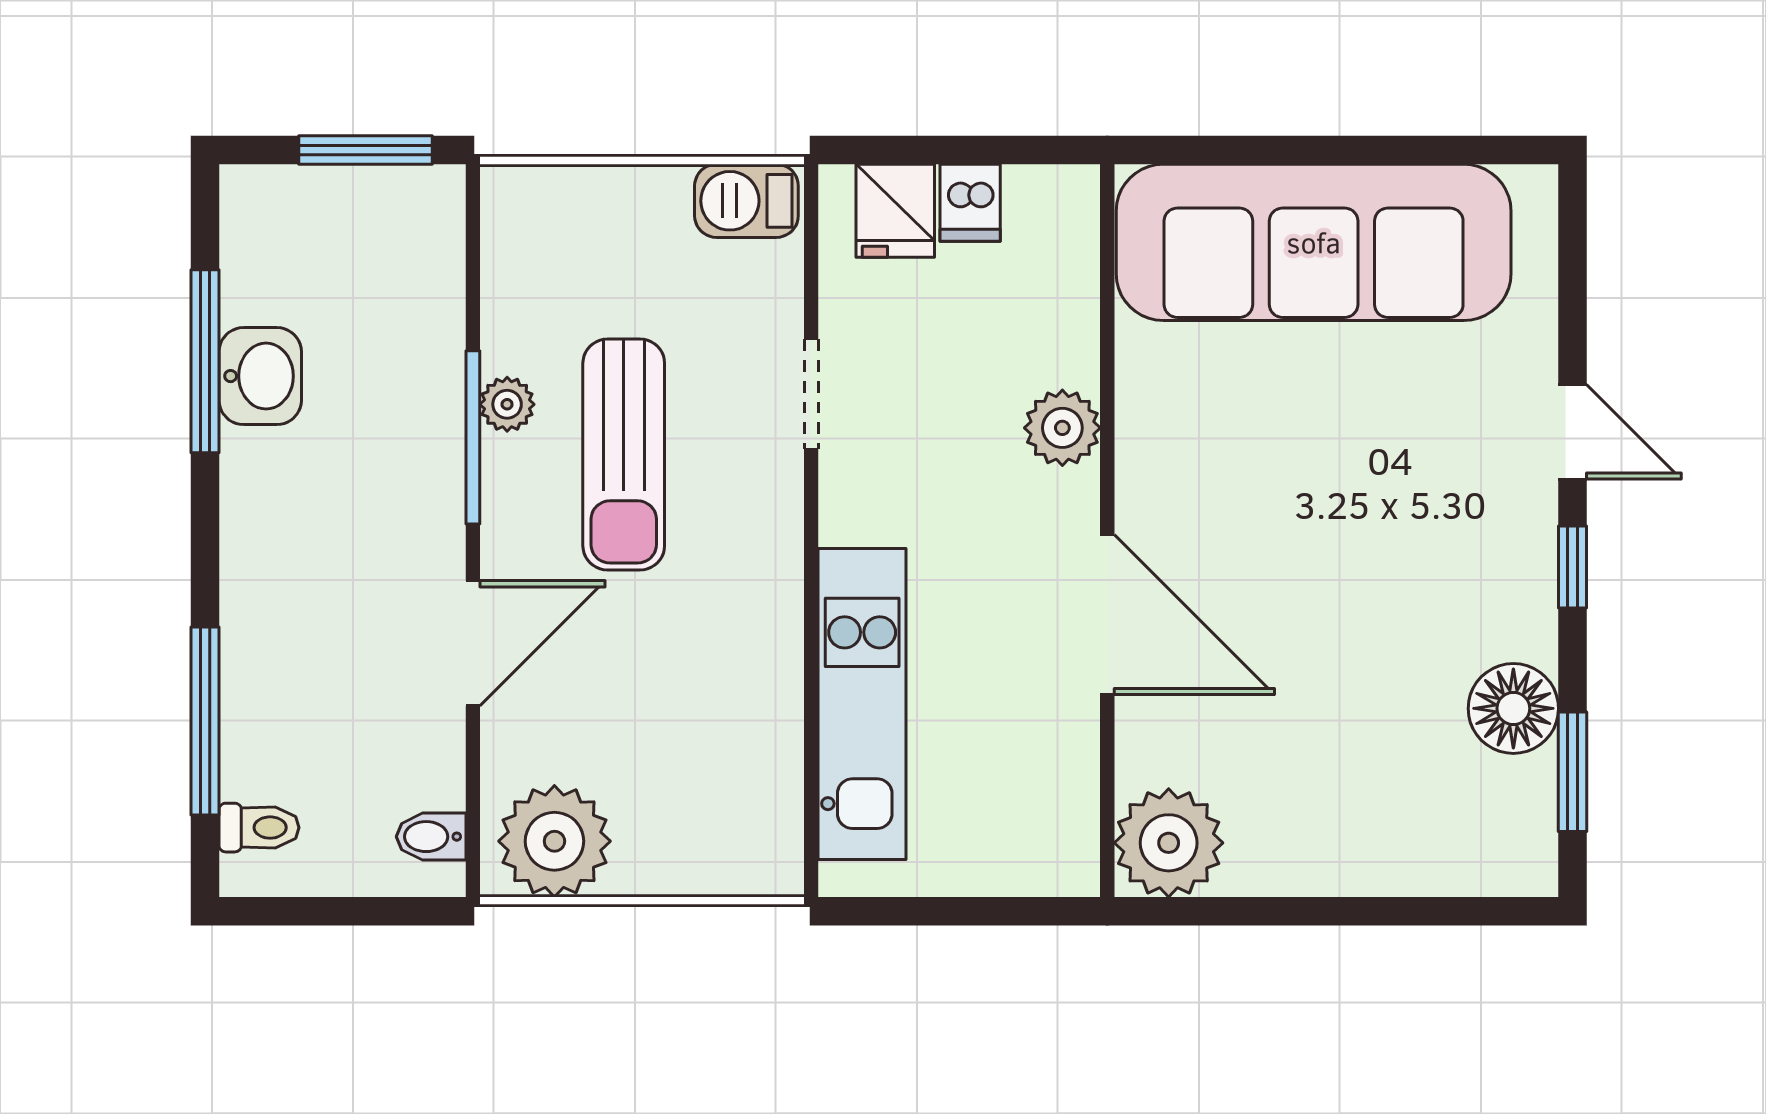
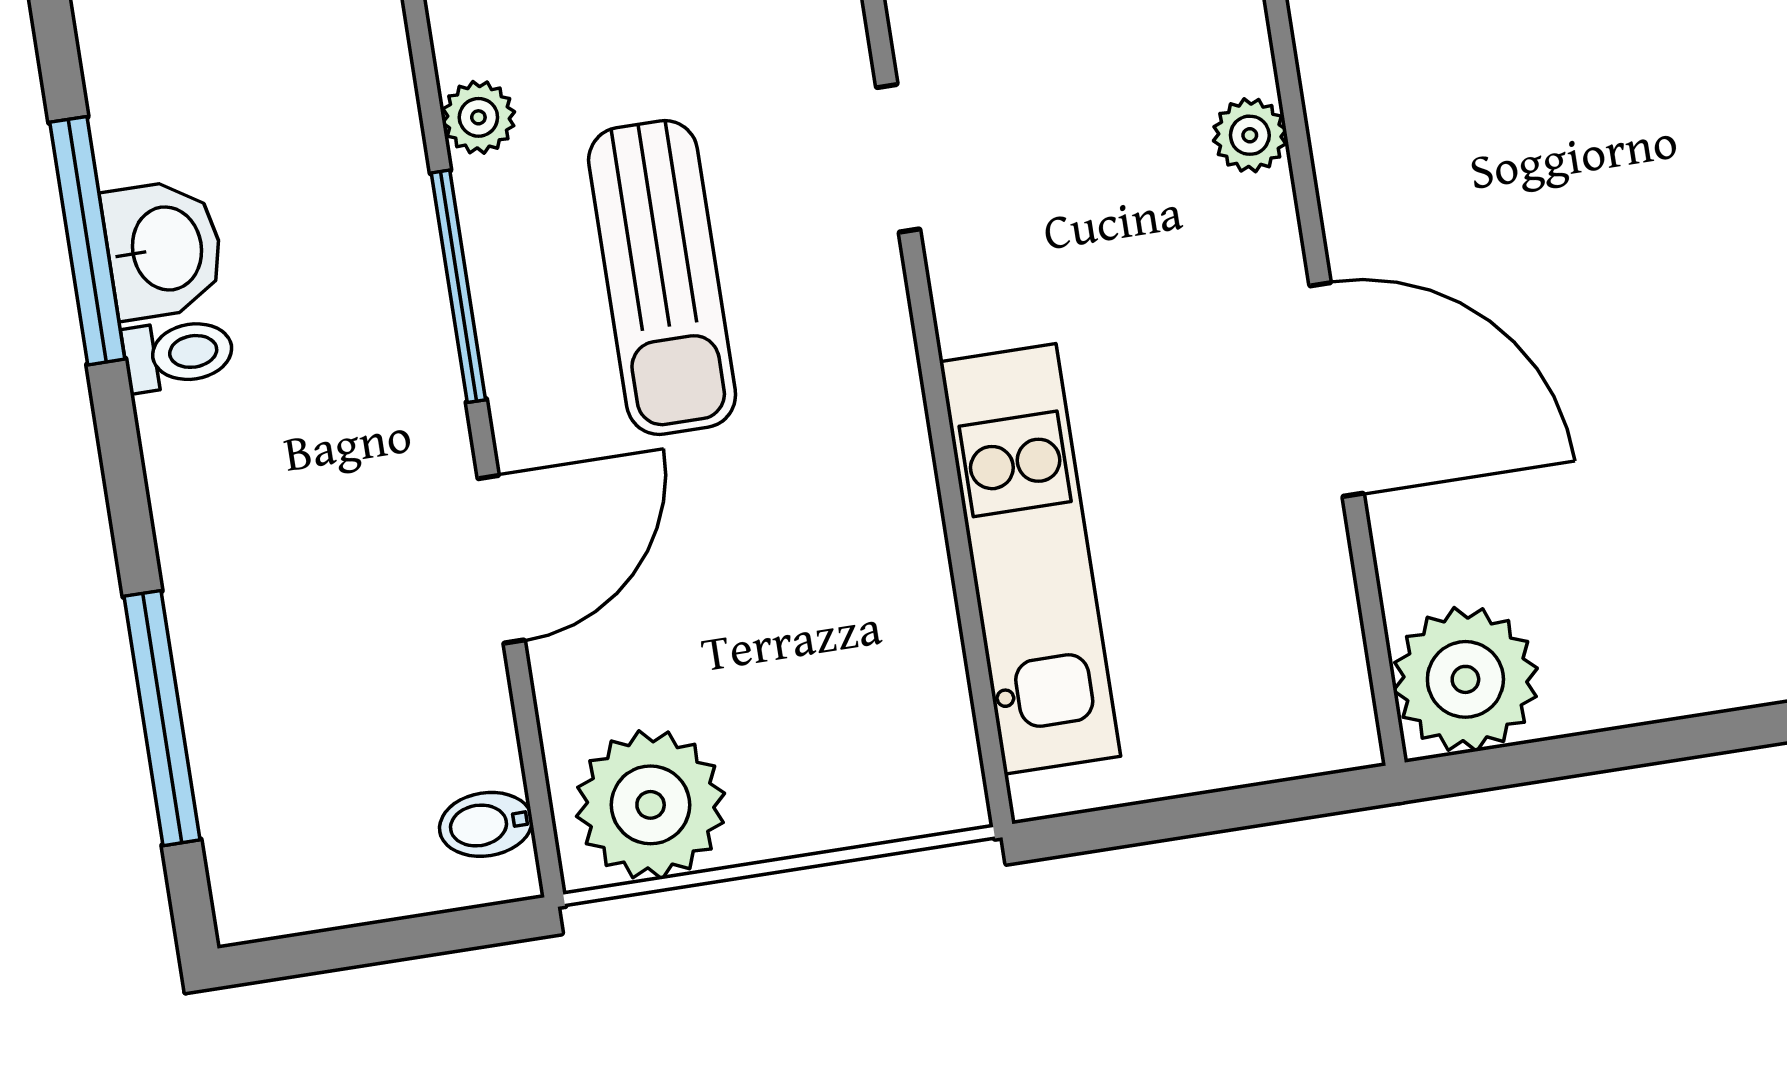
plant: (507, 404) -> (478, 117), moved
plant: (1062, 428) -> (1250, 135), width x0.73, depth x0.73
toilet: (259, 828) -> (178, 354), moved

